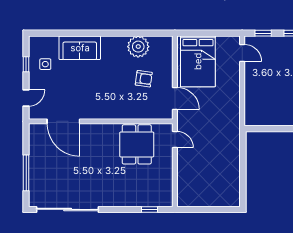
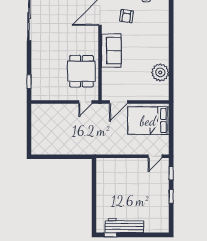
sofa: (80, 48) -> (111, 51), moved, turned 180
armchair: (144, 79) -> (127, 16), moved
dining table: (137, 144) -> (81, 71), turned 90

